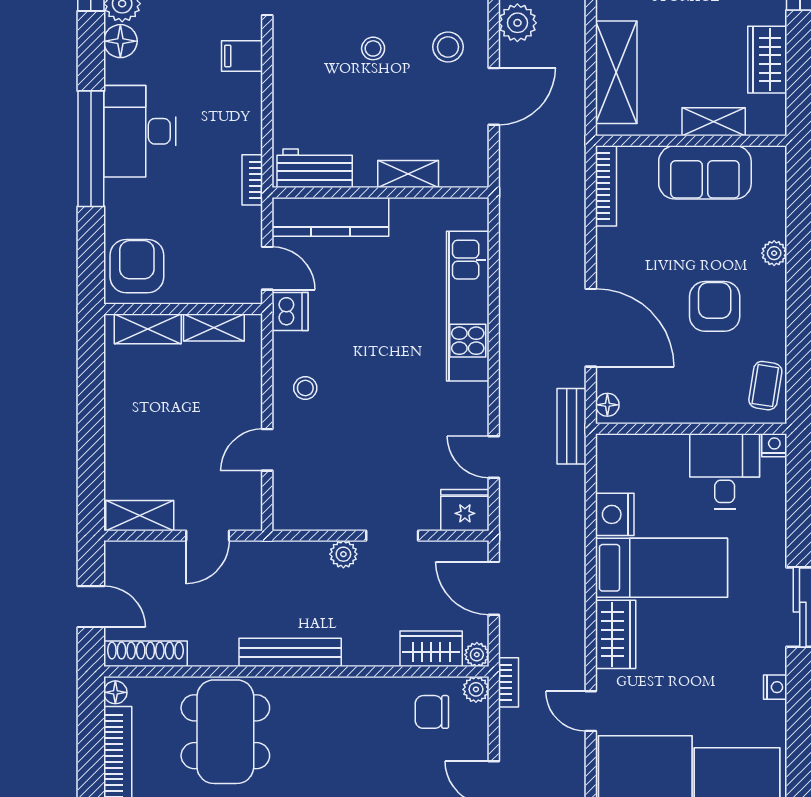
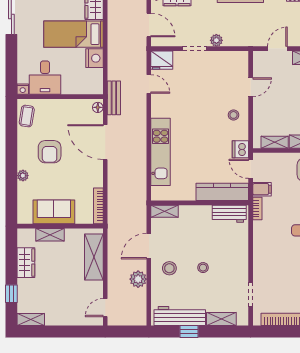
filing cabinet: (242, 56) -> (262, 189), moved
shelving: (408, 174) -> (165, 211), moved

